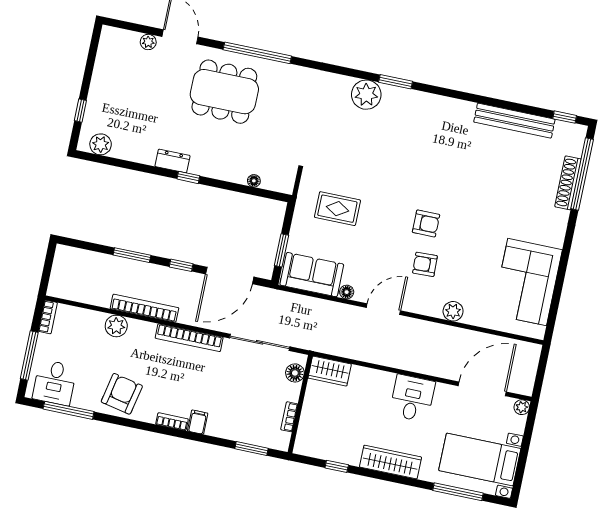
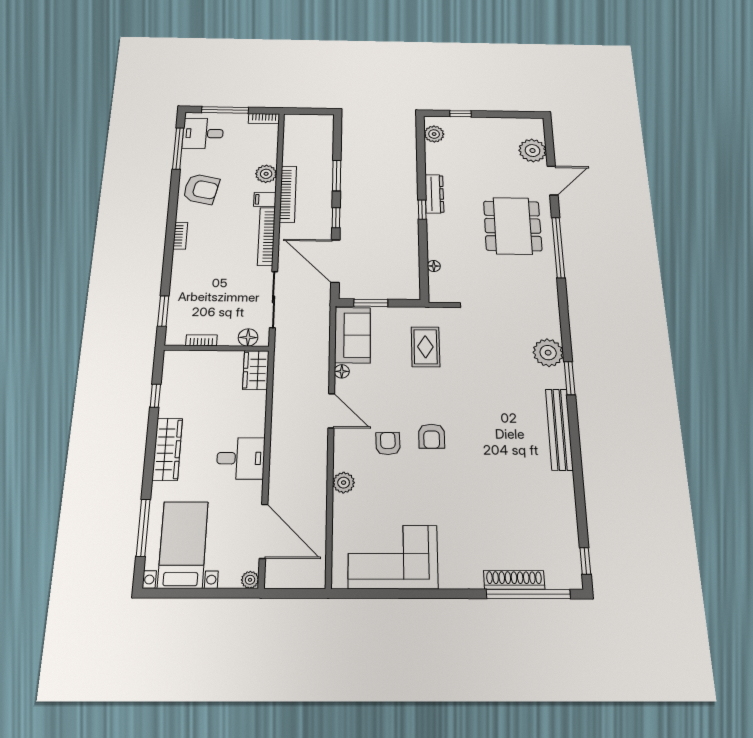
plant: (148, 42) -> (532, 151), width x1.87, depth x1.87
bench: (514, 121) -> (559, 429), moved
dresser: (173, 161) -> (434, 194), width x1.44
filing cabinet: (198, 422) -> (265, 199), moved, turned 180

